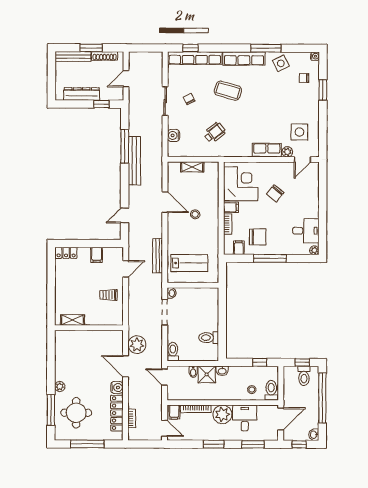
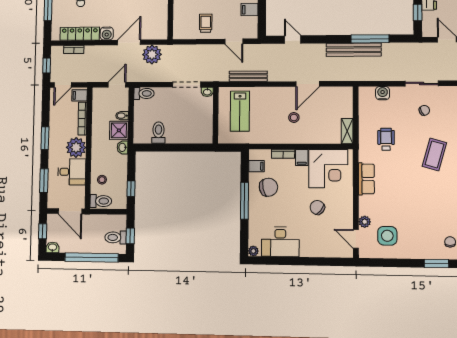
wheelchair: (215, 133) -> (386, 139), turned -141
row of seats: (267, 150) -> (366, 179), moved
shelving: (192, 167) -> (347, 131), moved
desk: (306, 231) -> (280, 242), width x1.37
chair: (258, 237) -> (268, 187), turned -102
window: (146, 444) -> (47, 66), added

